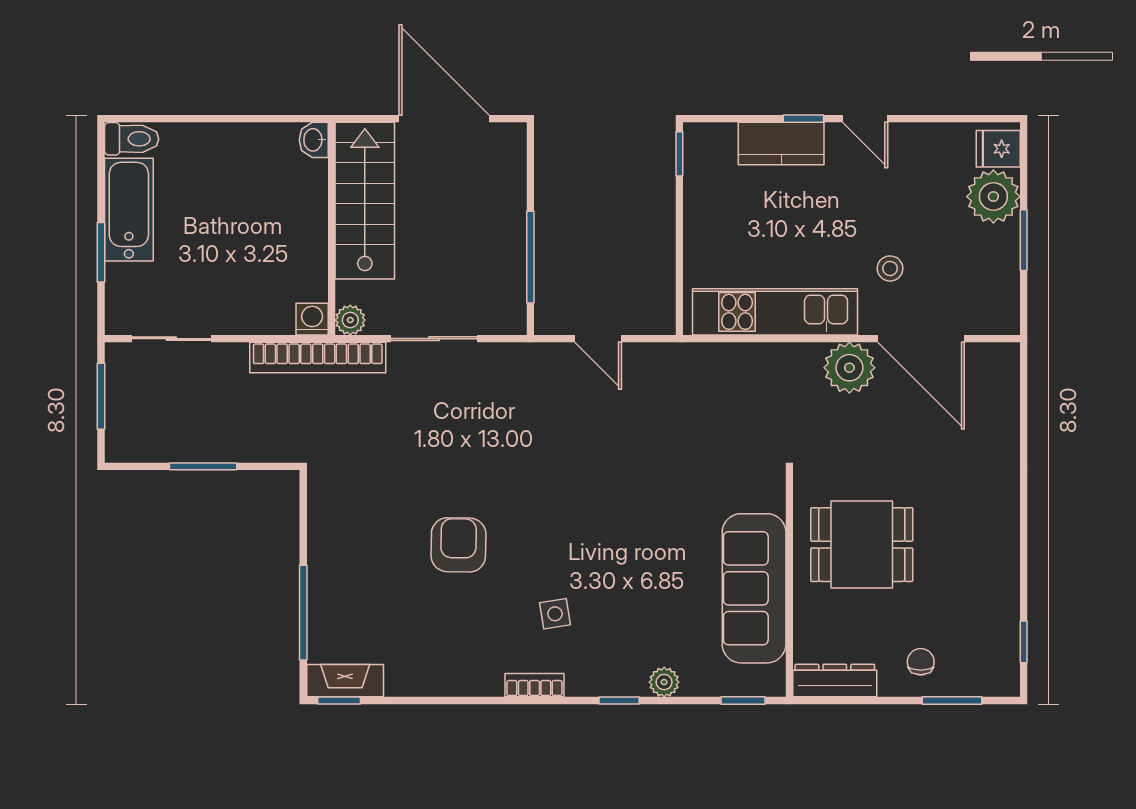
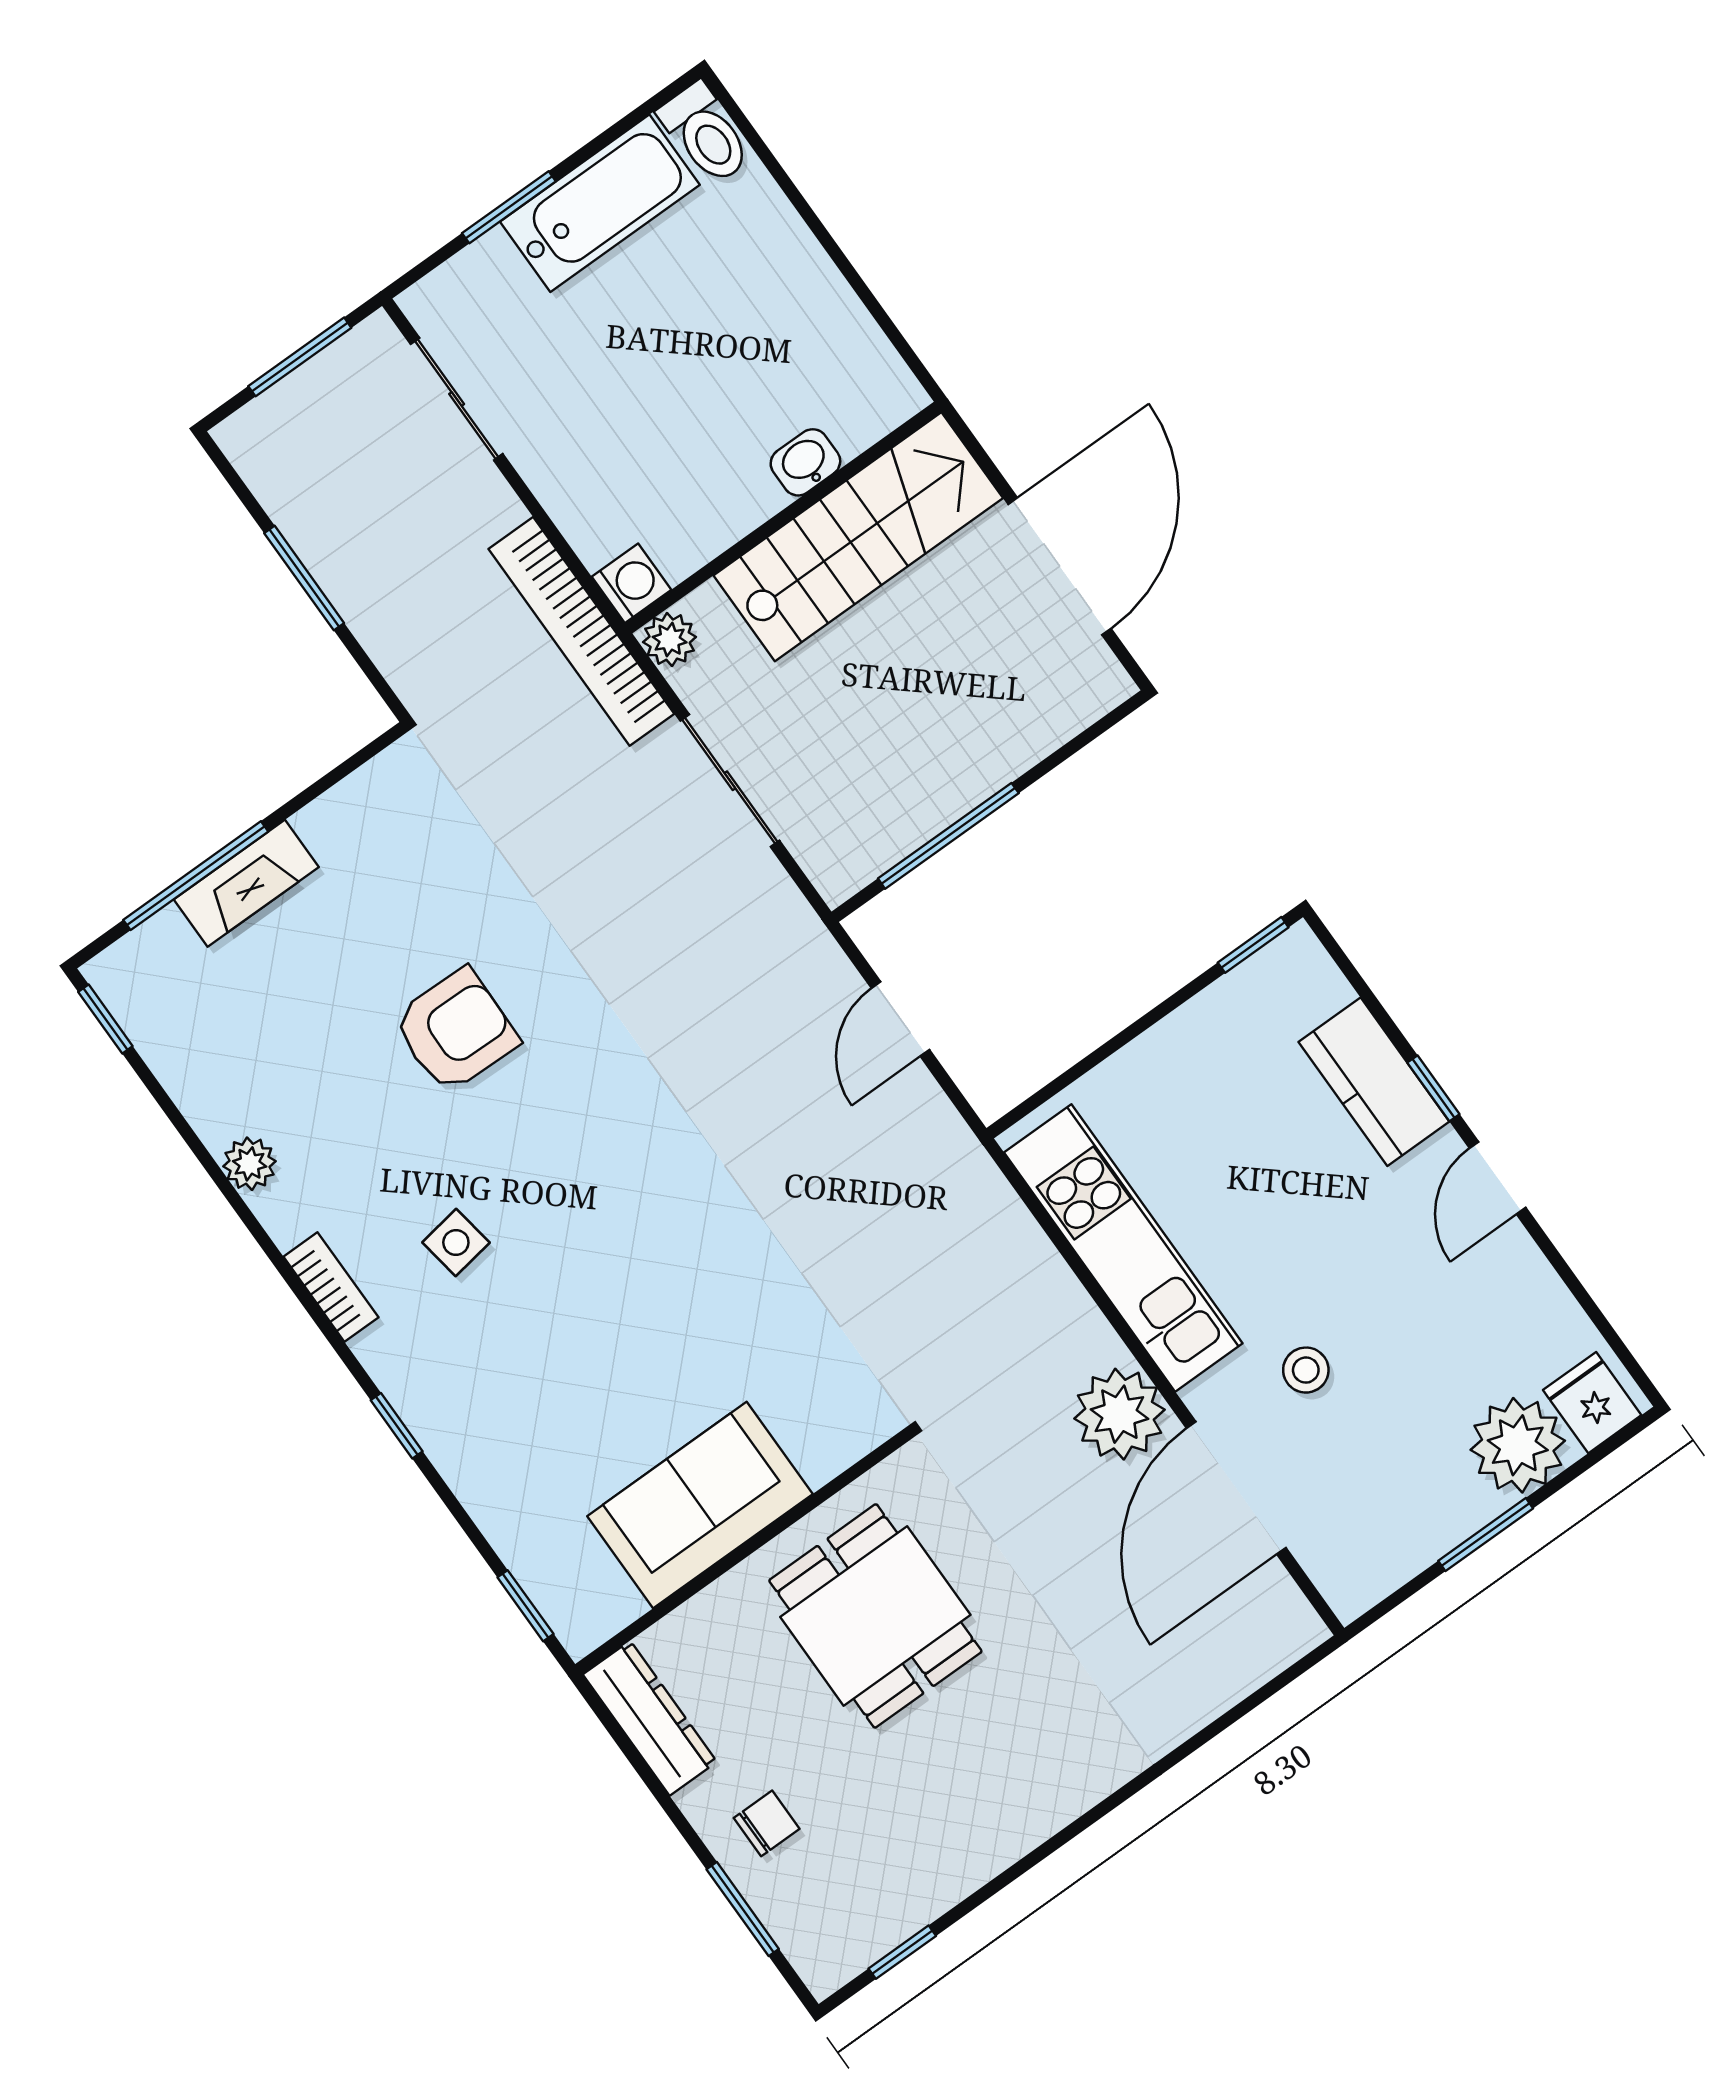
washbasin: (314, 140) -> (805, 462), moved
sofa: (754, 588) -> (700, 1505), width x0.73
fireplace: (345, 681) -> (246, 883), moved, turned 90
plant: (664, 682) -> (250, 1164), moved

